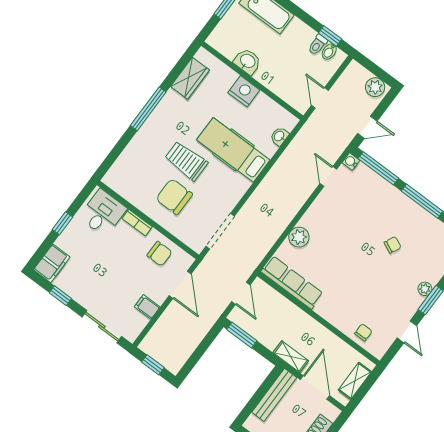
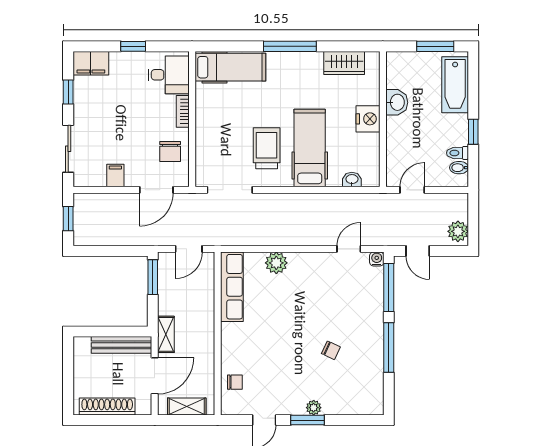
window: (330, 36) -> (473, 132), moved
trolley: (186, 161) -> (267, 148), moved
hospital bed: (131, 164) -> (230, 67), added
chair: (174, 197) -> (230, 127), removed

